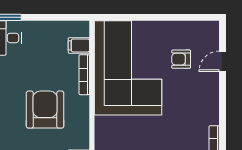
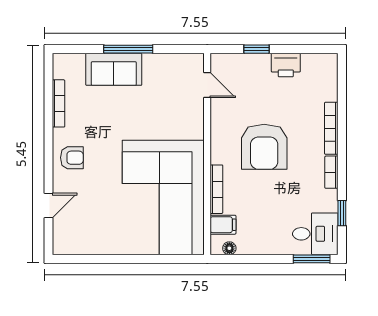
floor lamp: (74, 26) -> (229, 248), added
armchair: (181, 59) -> (72, 158), moved

